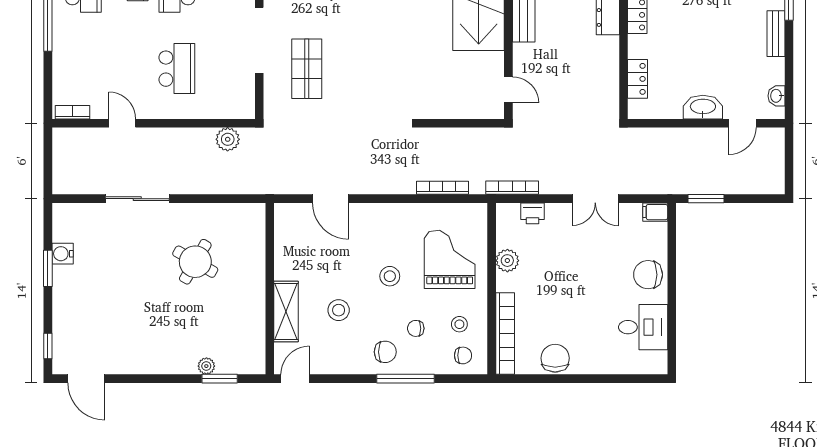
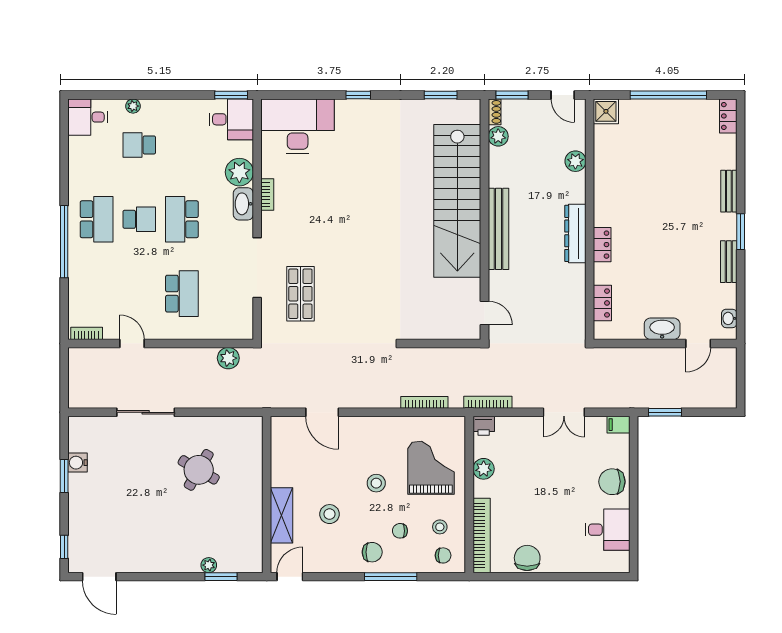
printer: (533, 213) -> (484, 426), moved

